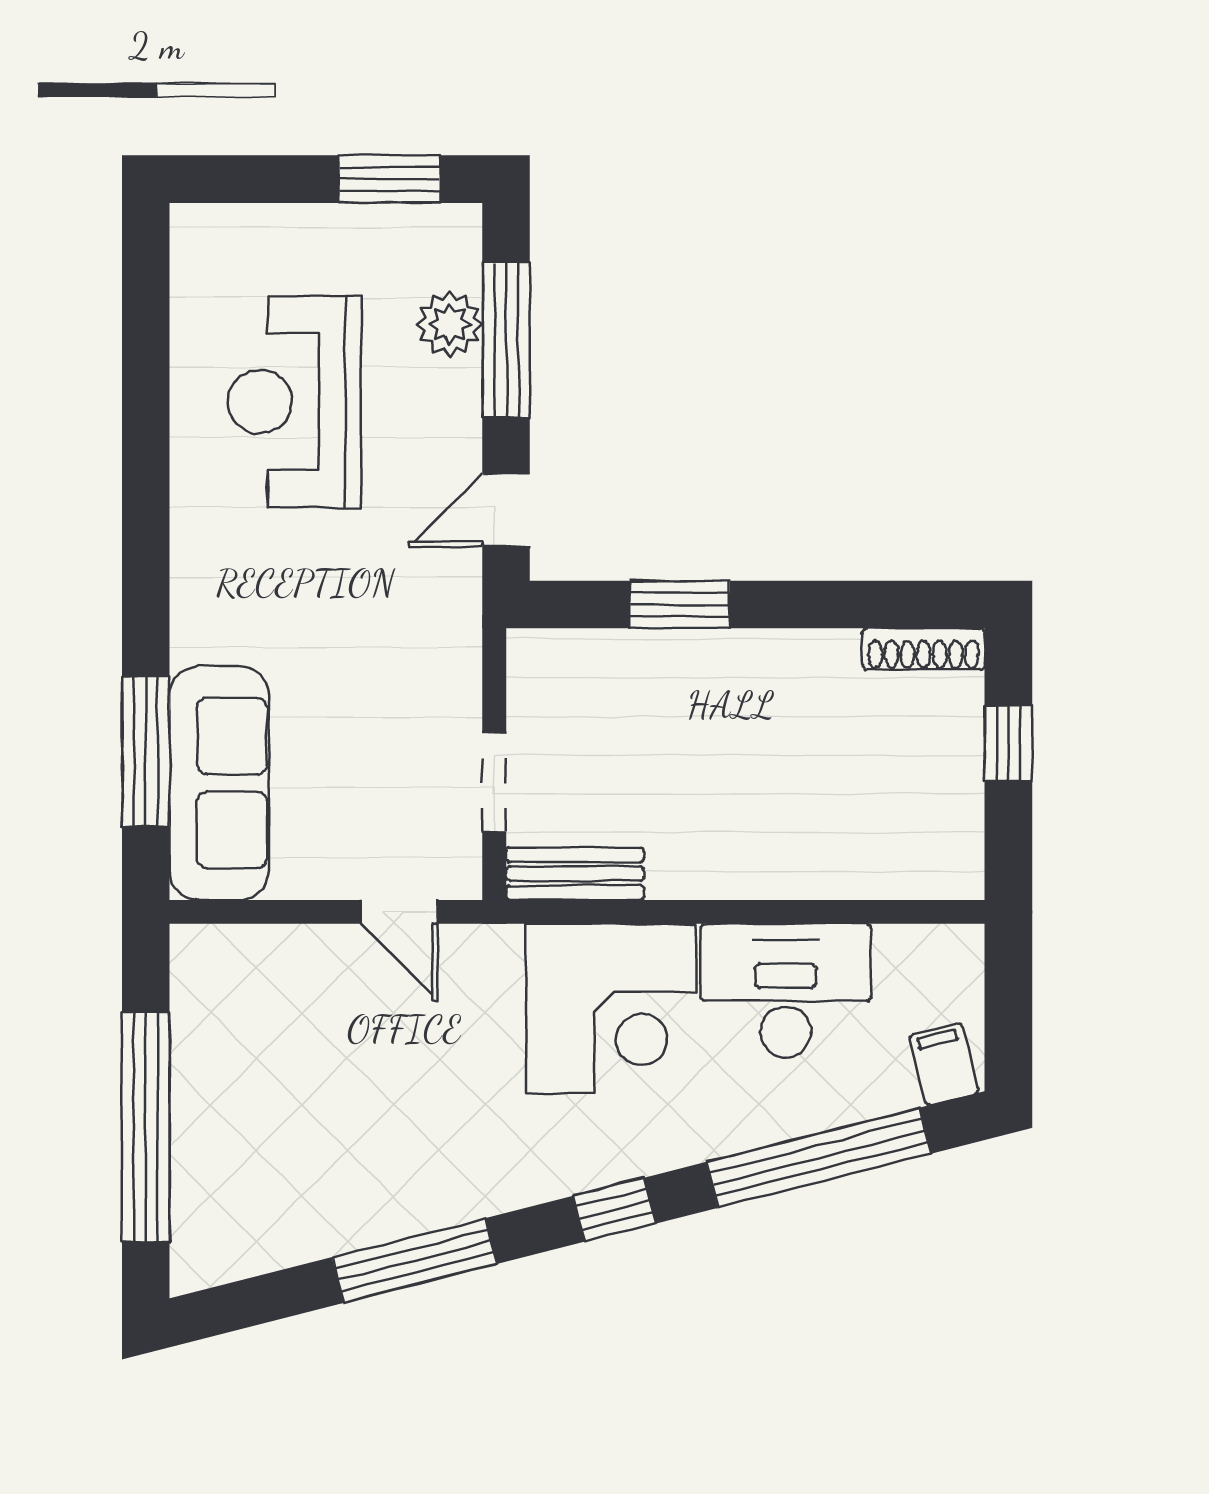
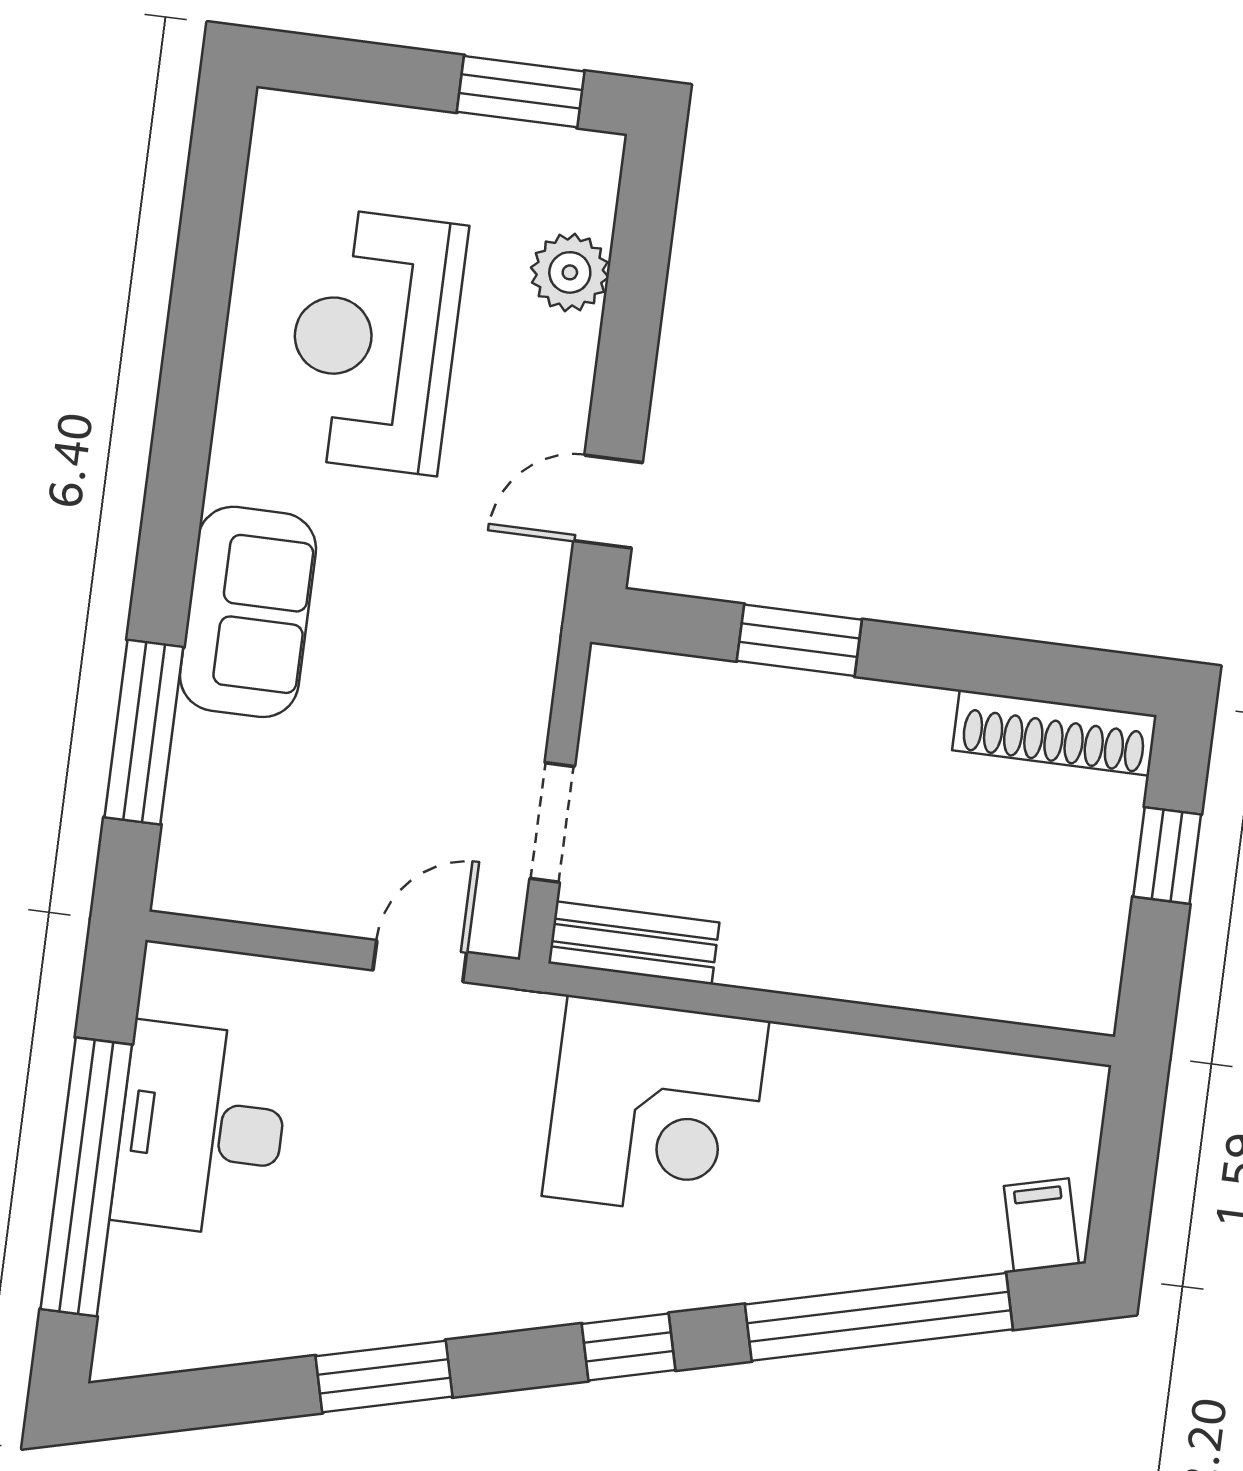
window: (506, 340) -> (634, 300), removed
shoe rack: (924, 649) -> (1054, 733), width x1.36, depth x1.24
sofa: (219, 783) -> (248, 612), moved, width x0.73
door: (399, 912) -> (420, 961), swing flipped
desk: (786, 991) -> (201, 1129), moved, turned -90
window: (414, 1261) -> (384, 1376), width x0.69

